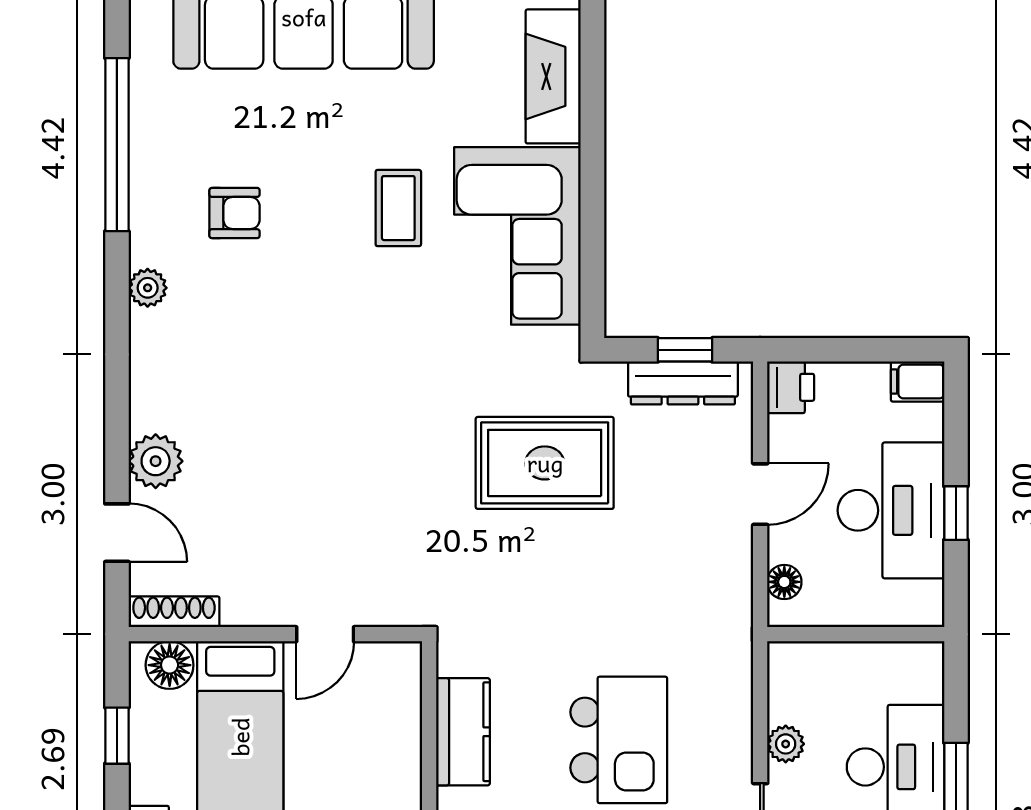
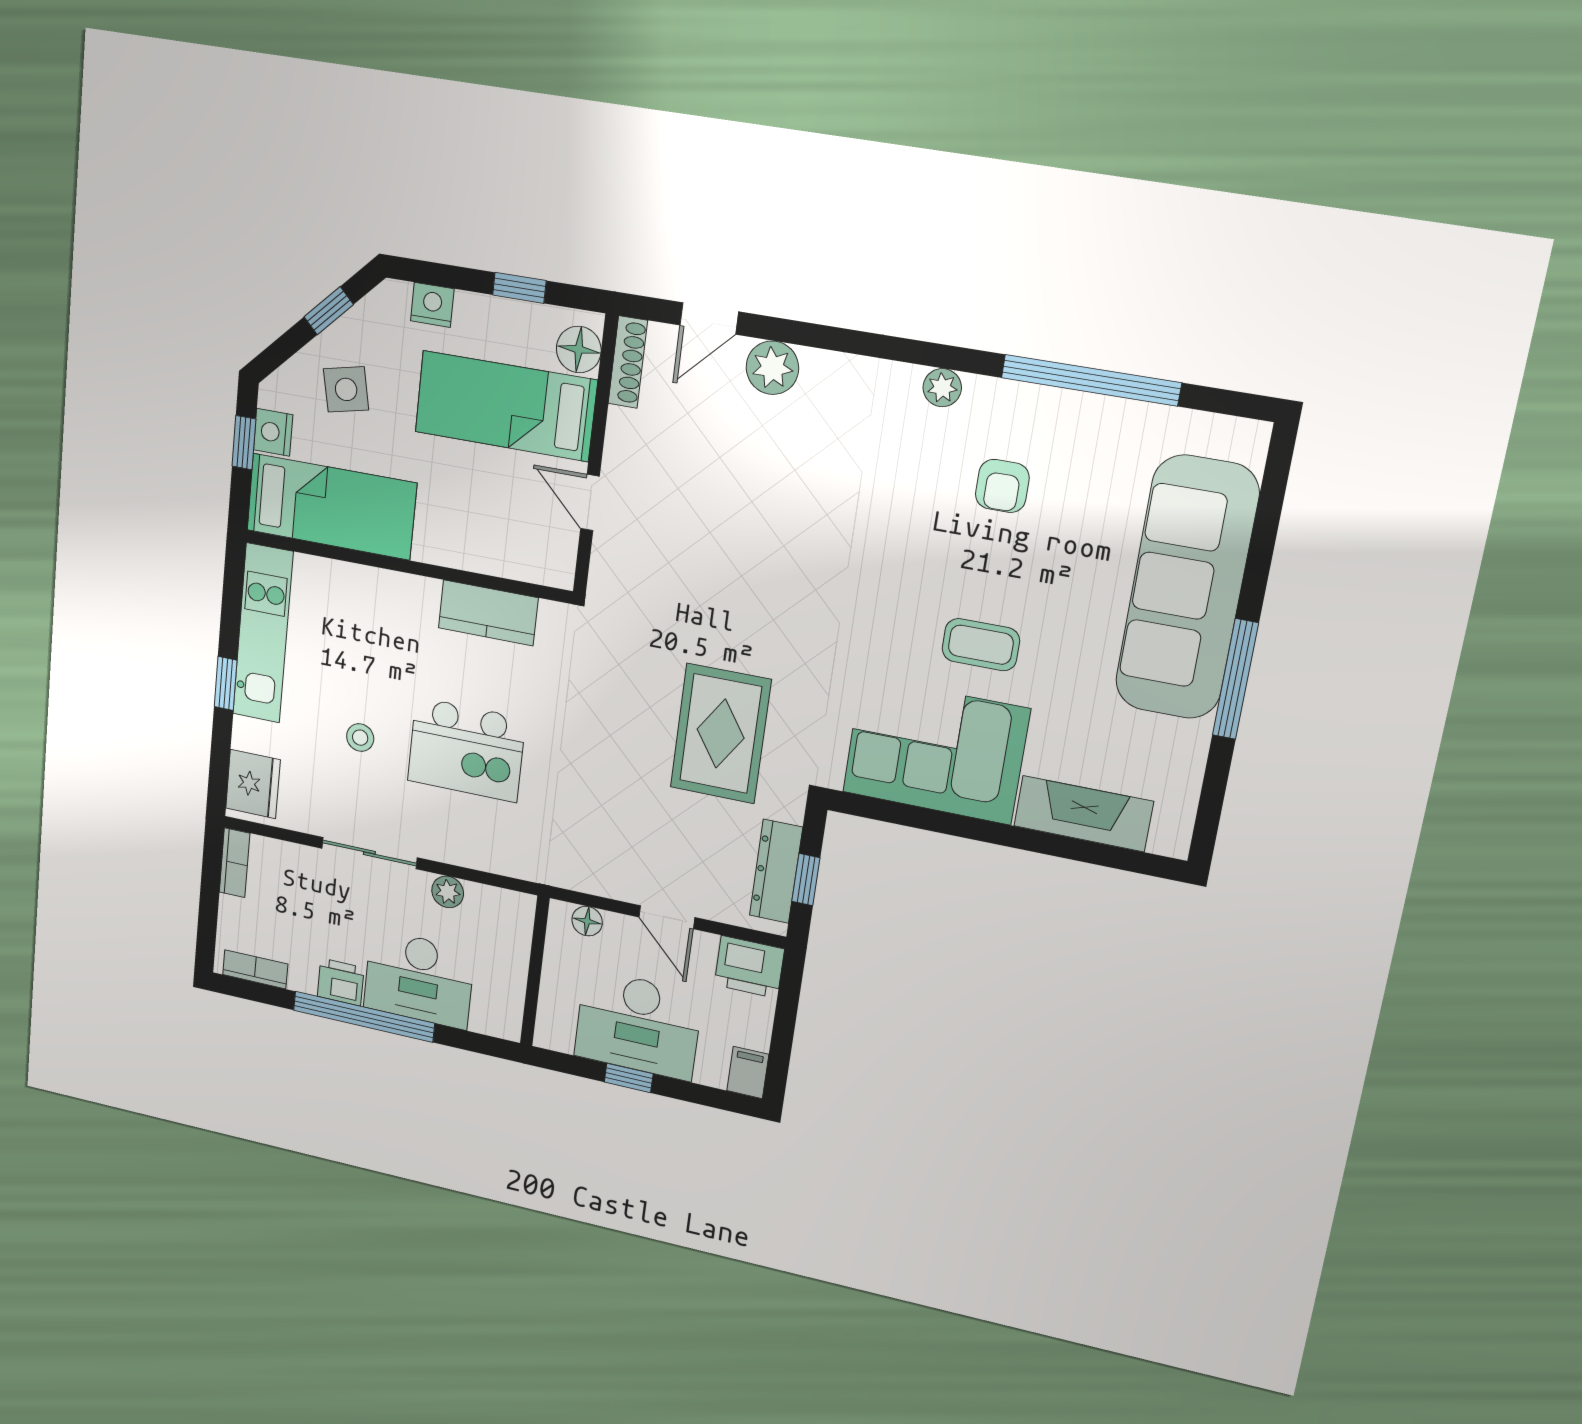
printer: (791, 387) -> (749, 967), width x1.36, depth x1.24

